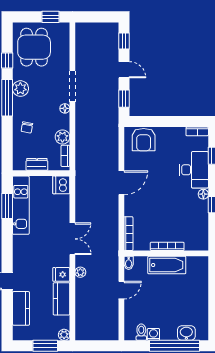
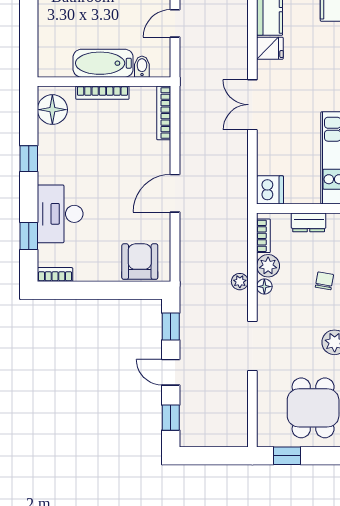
floor lamp: (65, 108) -> (264, 287), moved
floor lamp: (203, 194) -> (52, 110), moved, width x1.89, depth x1.89
bidet: (129, 263) -> (142, 67), moved
plant: (80, 272) -> (240, 282), moved

